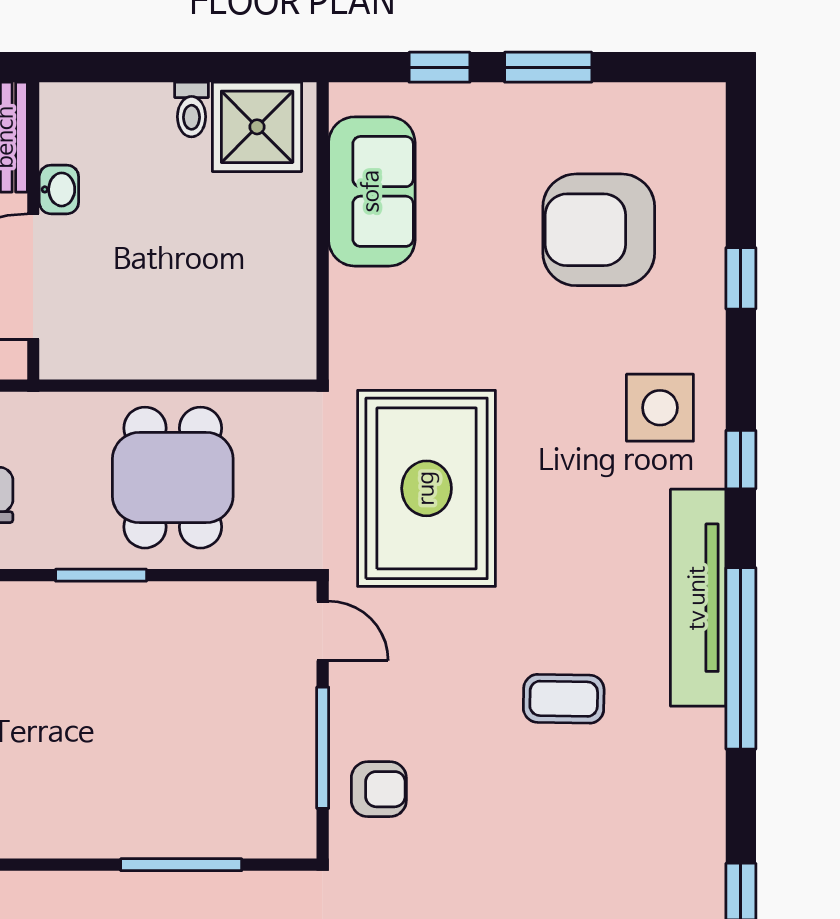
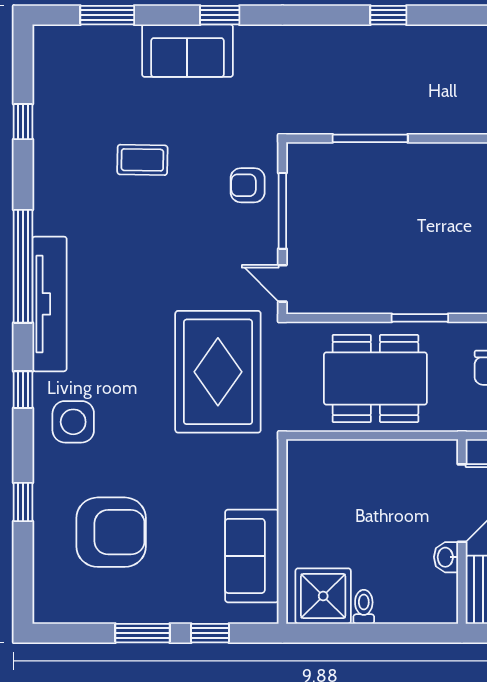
dining table: (173, 478) -> (375, 379), width x1.37
coffee table: (564, 699) -> (142, 160), moved

